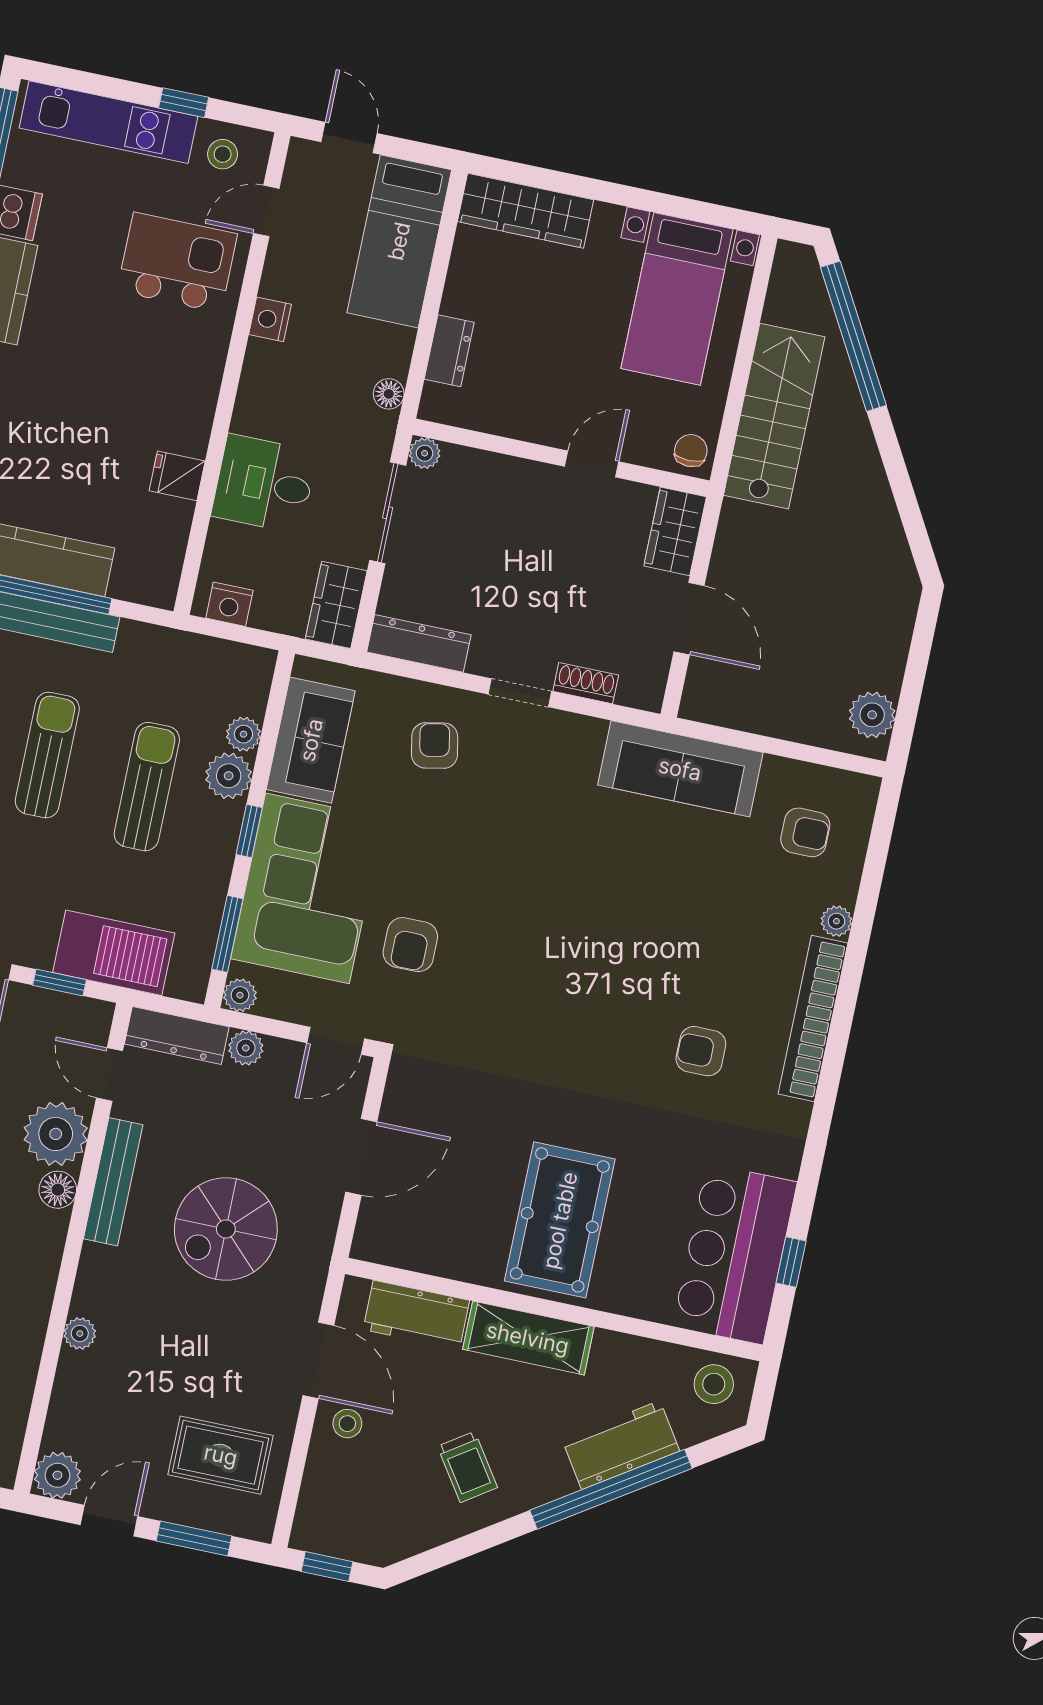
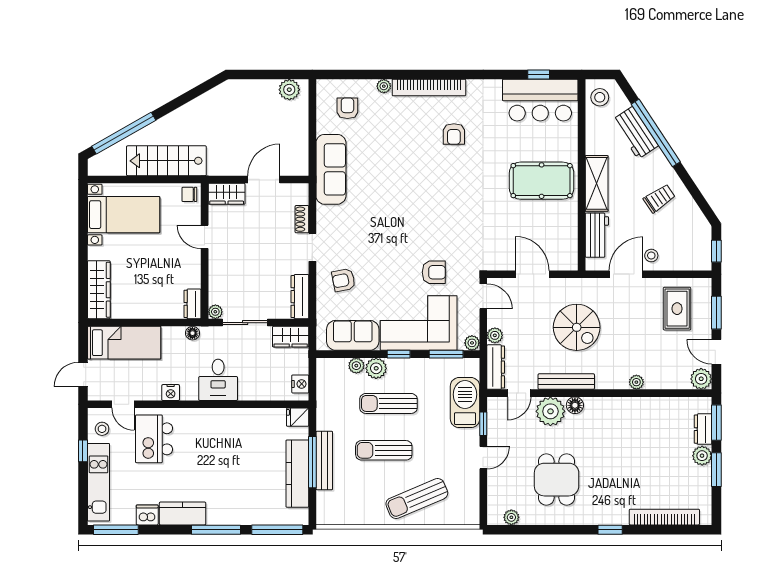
dresser: (449, 351) -> (192, 304), moved, turned -90
fridge: (177, 476) -> (298, 417), moved, turned 90
desk: (264, 484) -> (218, 380), moved

